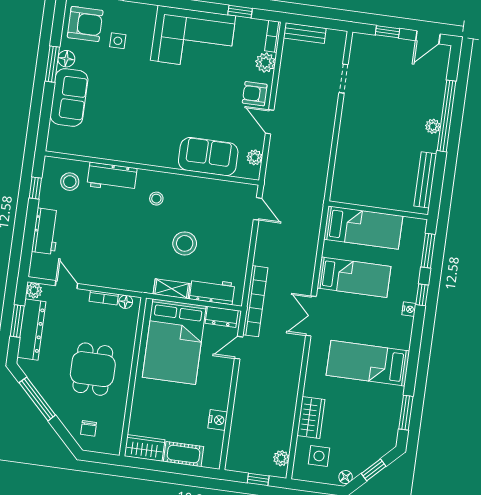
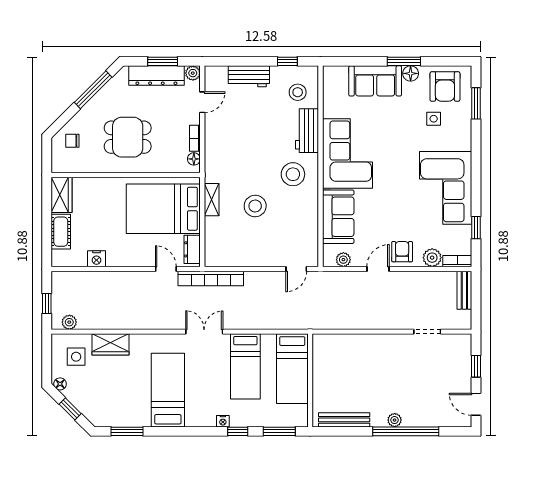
corner sofa: (142, 137) -> (348, 153), added
stool: (156, 199) -> (293, 174), width x1.89, depth x1.89
workbench: (212, 291) -> (215, 237), removed

